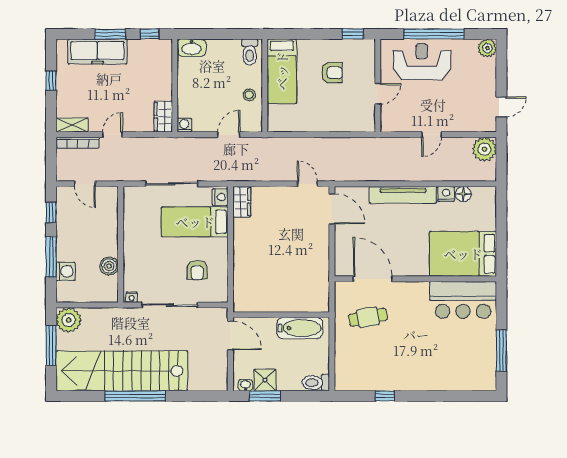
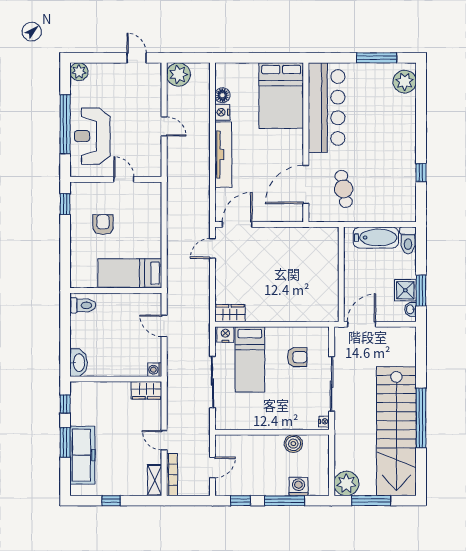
bed: (282, 71) -> (130, 273), moved, turned 180
stool: (249, 95) -> (125, 306), removed
bar counter: (463, 300) -> (327, 108), width x1.36
bathtub: (300, 328) -> (376, 238), moved, turned 90
plant: (477, 379) -> (405, 82), added

